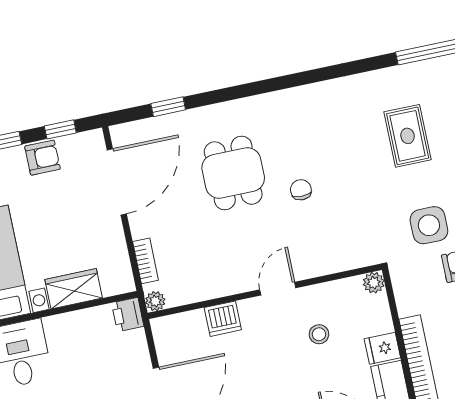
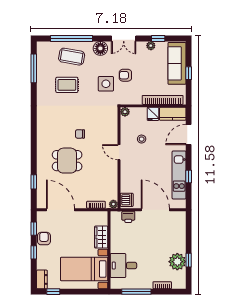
printer: (128, 315) -> (128, 217), moved
dishwasher: (223, 319) -> (127, 200), moved

